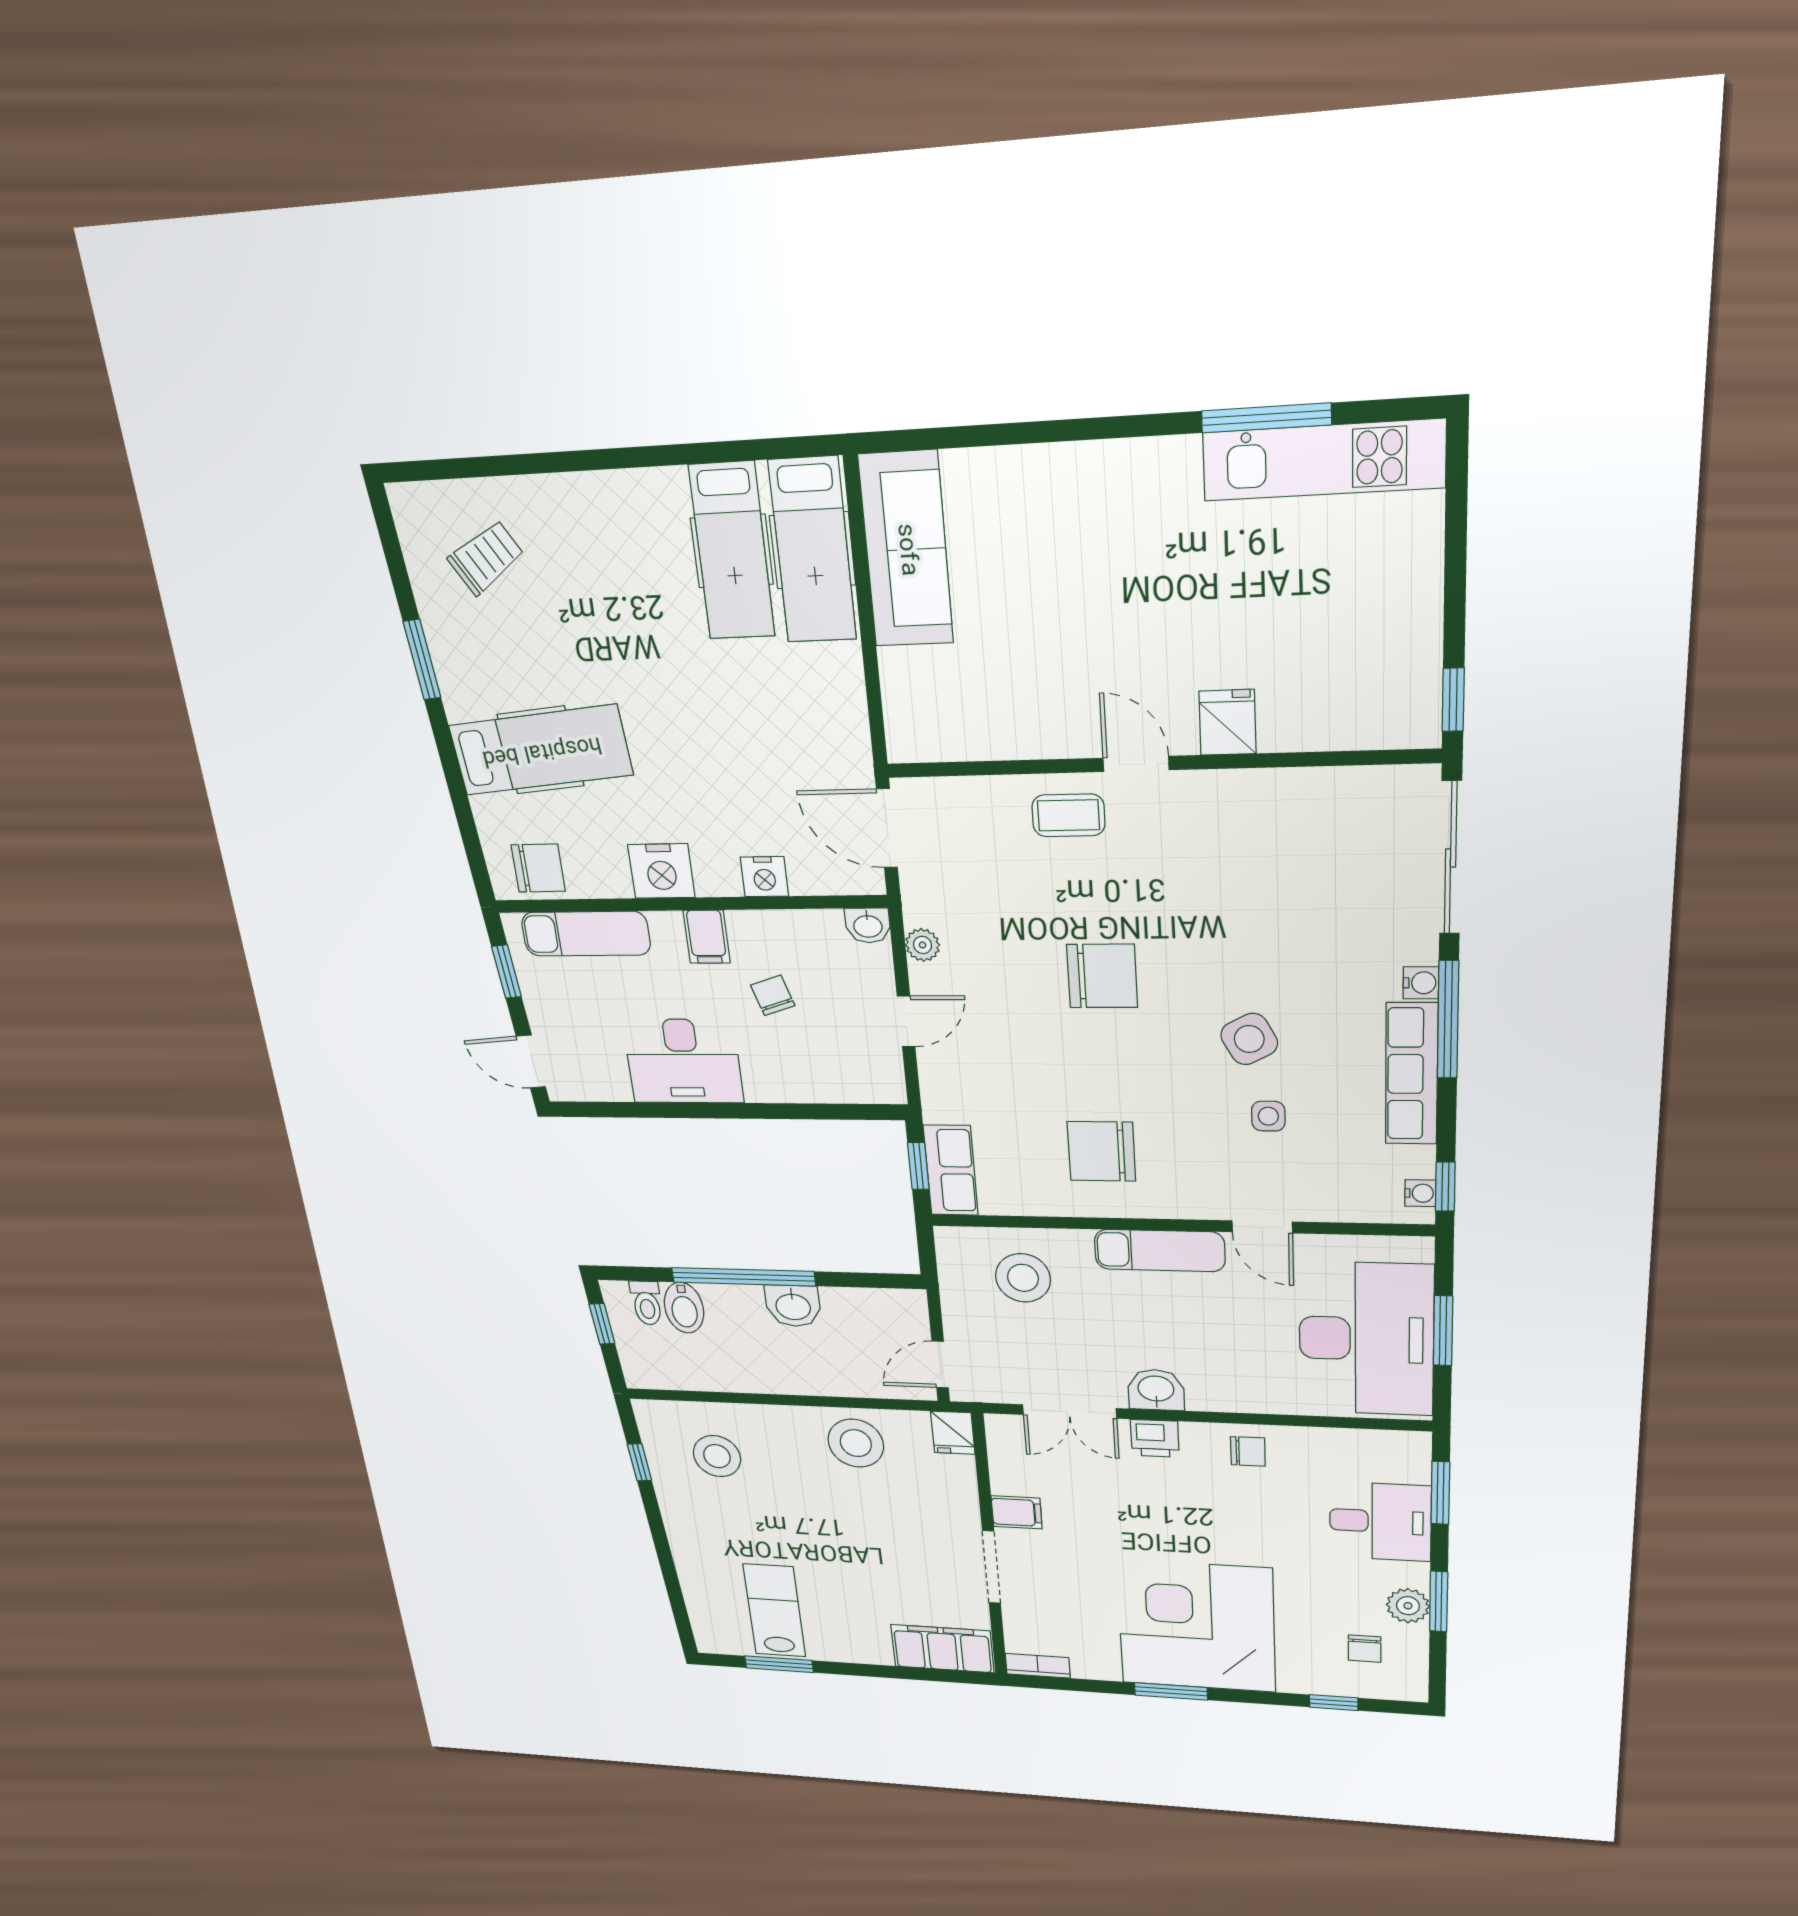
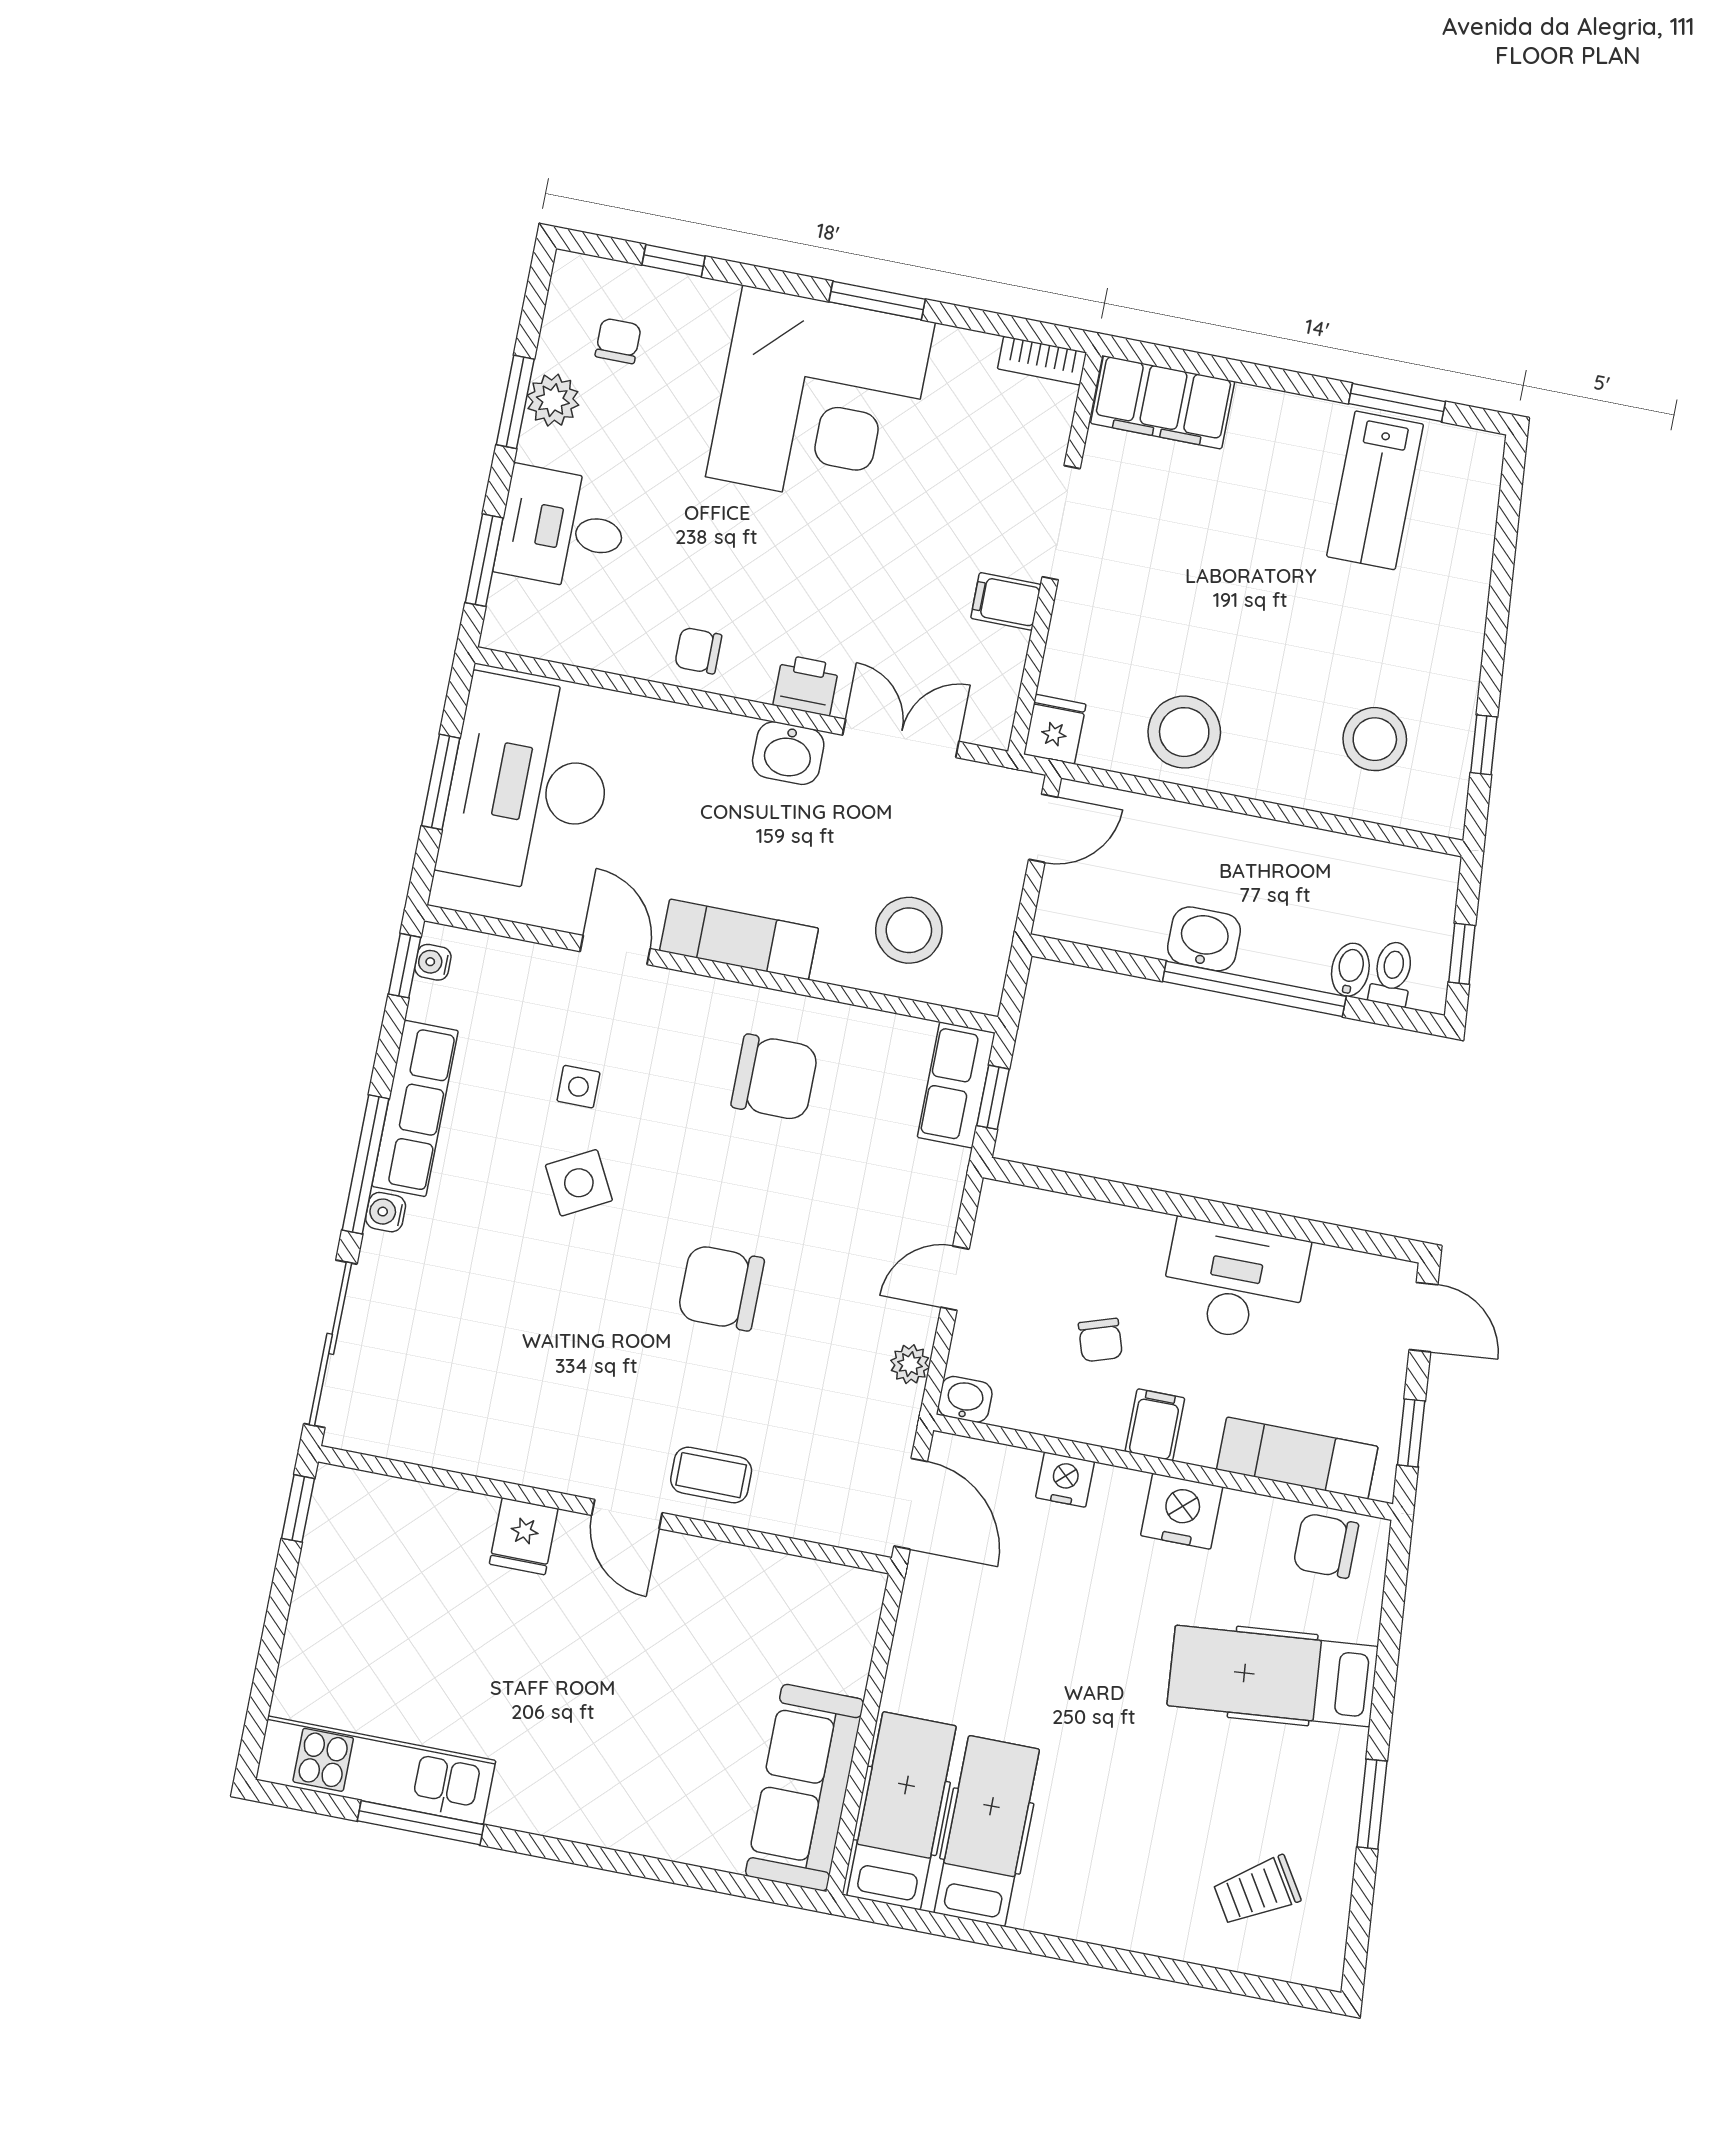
bidet: (684, 1308) -> (1350, 970), width x0.72, depth x0.74

